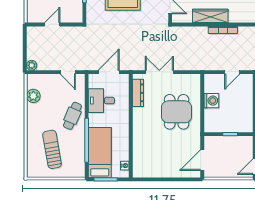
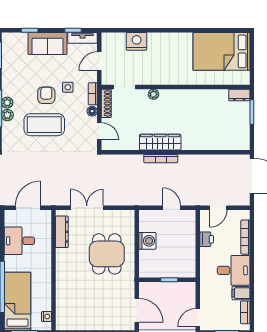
wardrobe: (210, 16) -> (160, 142), moved
door: (232, 72) -> (172, 208), swing flipped
door: (202, 160) -> (137, 310), swing flipped

